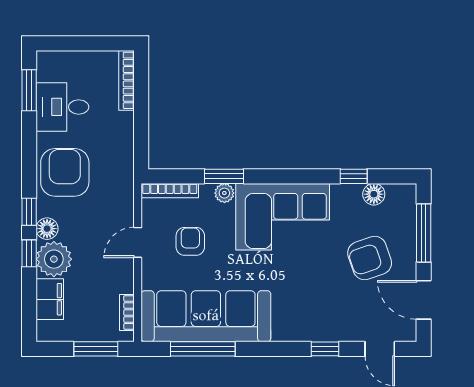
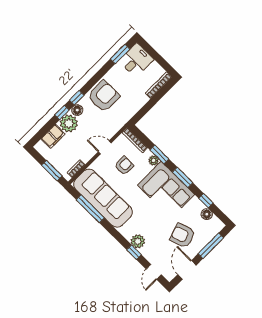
desk: (62, 107) -> (136, 60), moved, turned 90
window: (289, 176) -> (183, 177), added
plant: (315, 328) -> (138, 241), added

